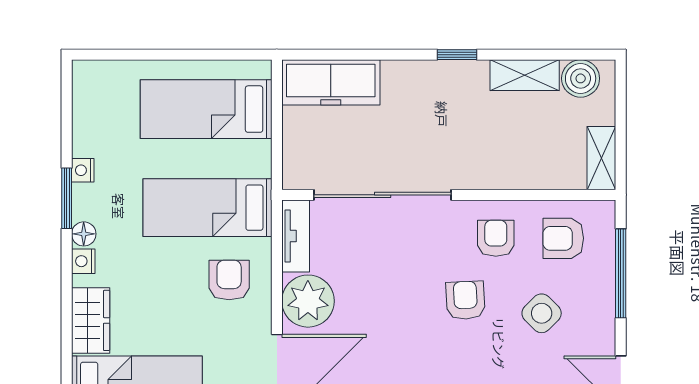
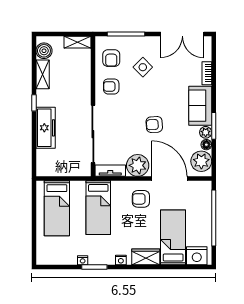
freezer: (331, 82) -> (46, 128), moved
floor lamp: (84, 234) -> (109, 260), removed
armchair: (229, 280) -> (141, 199), moved
armchair: (465, 300) -> (154, 125), moved

